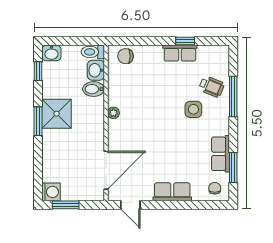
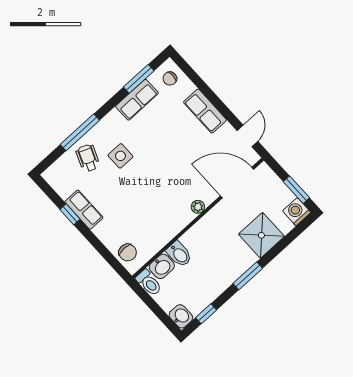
plant: (113, 113) -> (198, 207), moved
shower: (57, 114) -> (261, 235), moved

